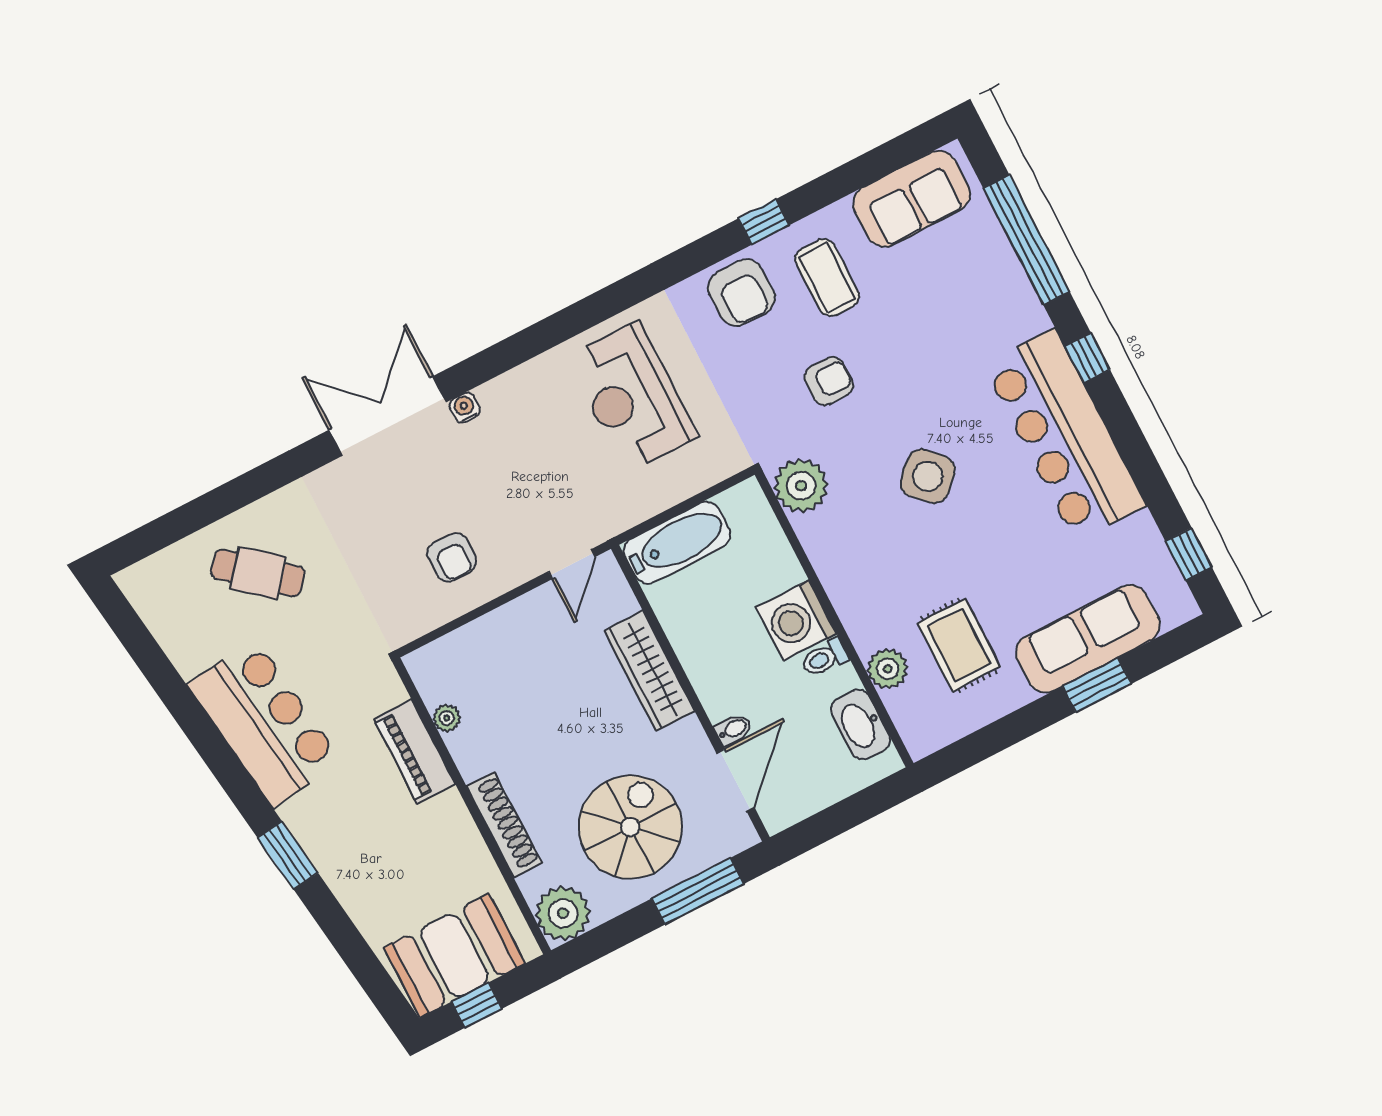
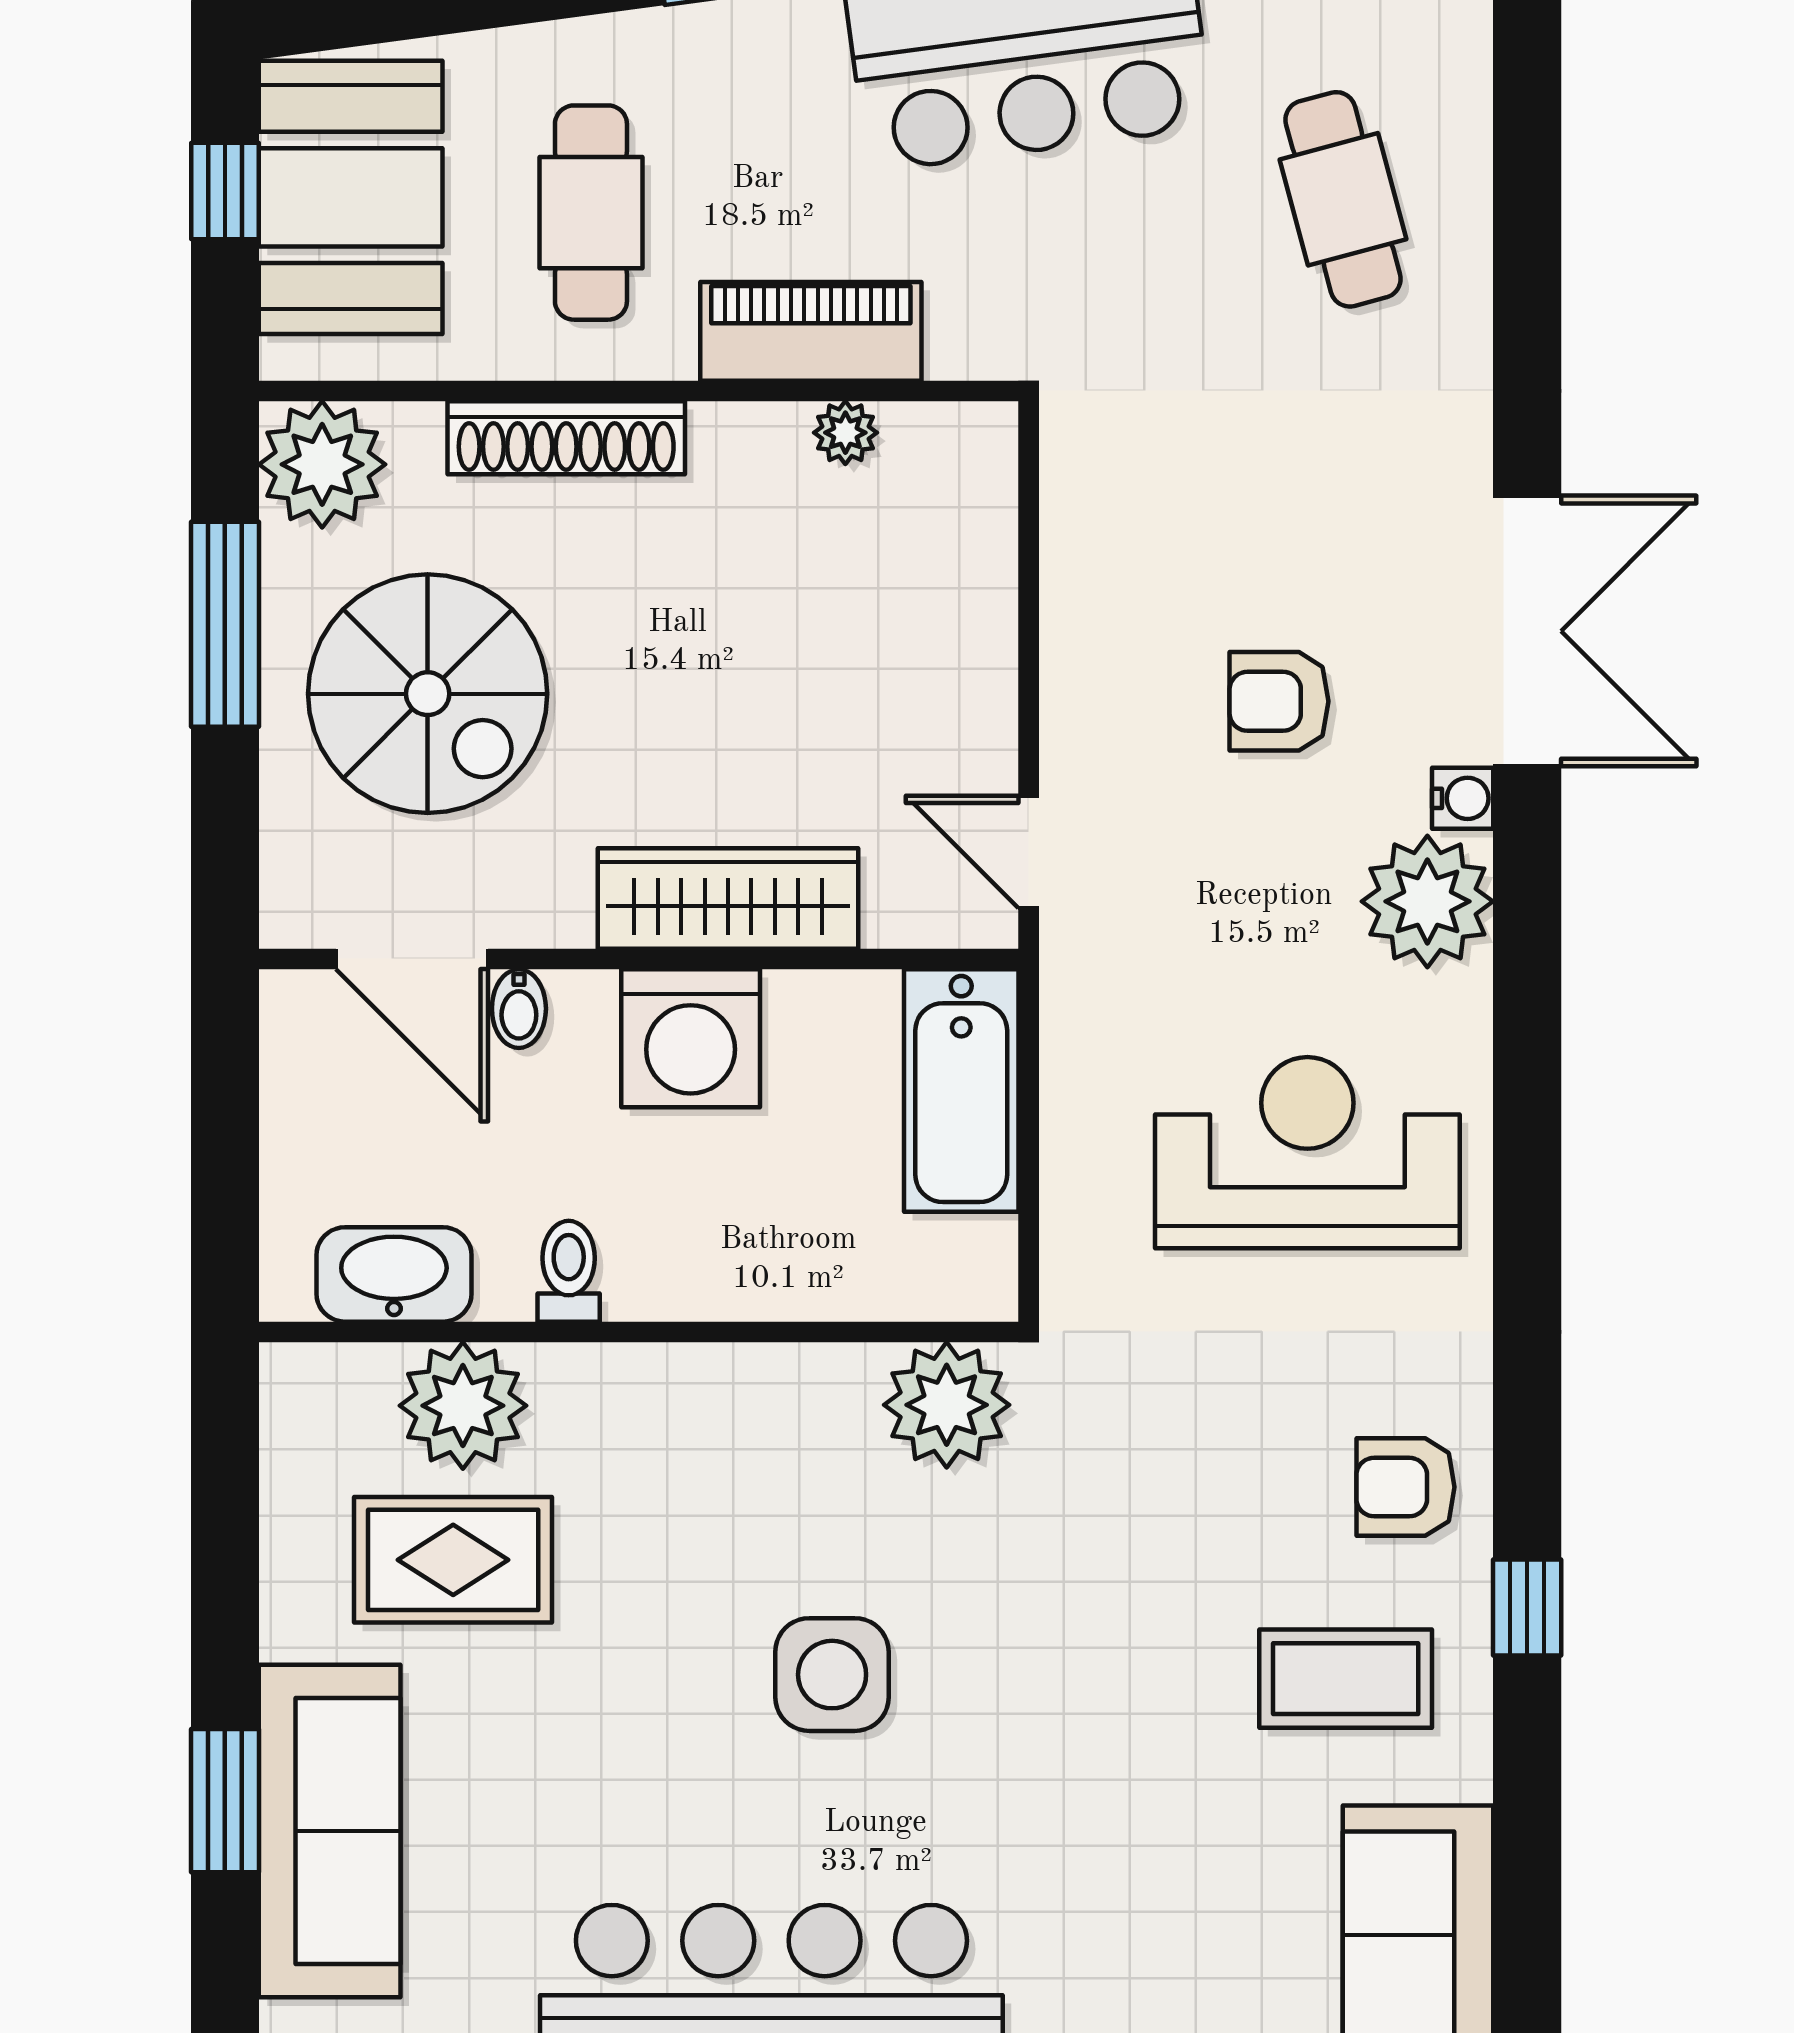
armchair: (741, 293) -> (1405, 1487), width x0.72, depth x0.72
armchair: (829, 381) -> (1132, 1573), removed
plant: (512, 401) -> (1427, 901), added
side table: (928, 476) -> (832, 1675), turned 45
armchair: (452, 557) -> (1279, 701), moved
cafe table: (258, 573) -> (1343, 199), turned -55
washing machine: (796, 620) -> (691, 1038), moved, turned 180
plant: (888, 669) -> (463, 1406), width x1.36, depth x1.36
cafe table: (412, 860) -> (591, 213), added
window: (698, 891) -> (225, 624), moved

